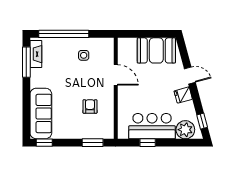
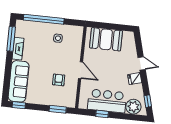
booth: (156, 50) -> (106, 39), moved
fireplace: (36, 54) -> (18, 49), moved
door: (116, 75) -> (81, 70), moved

